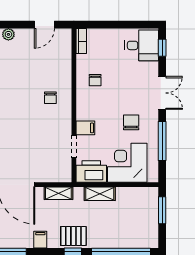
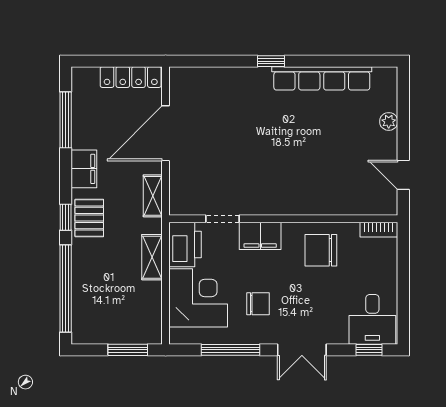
chair: (95, 80) -> (321, 250), width x1.87, depth x1.87
chair: (50, 98) -> (295, 184), removed
filing cabinet: (85, 128) -> (260, 236), width x2.00
filing cabinet: (40, 240) -> (84, 169), width x2.00

